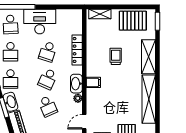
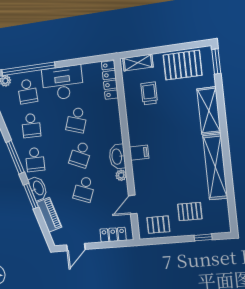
locker: (77, 50) -> (110, 80), moved
trolley: (116, 56) -> (149, 93), moved
school desk: (48, 106) -> (84, 189), turned 45

